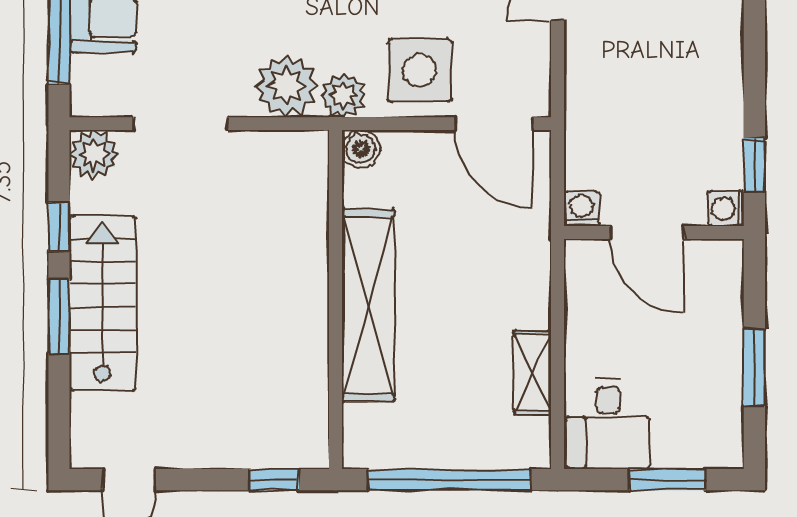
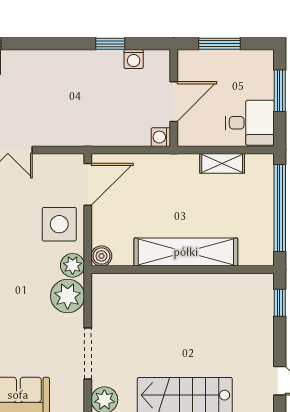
washing machine: (581, 209) -> (161, 137), moved
door: (647, 232) -> (174, 102), moved
wall: (654, 232) -> (174, 98), moved

